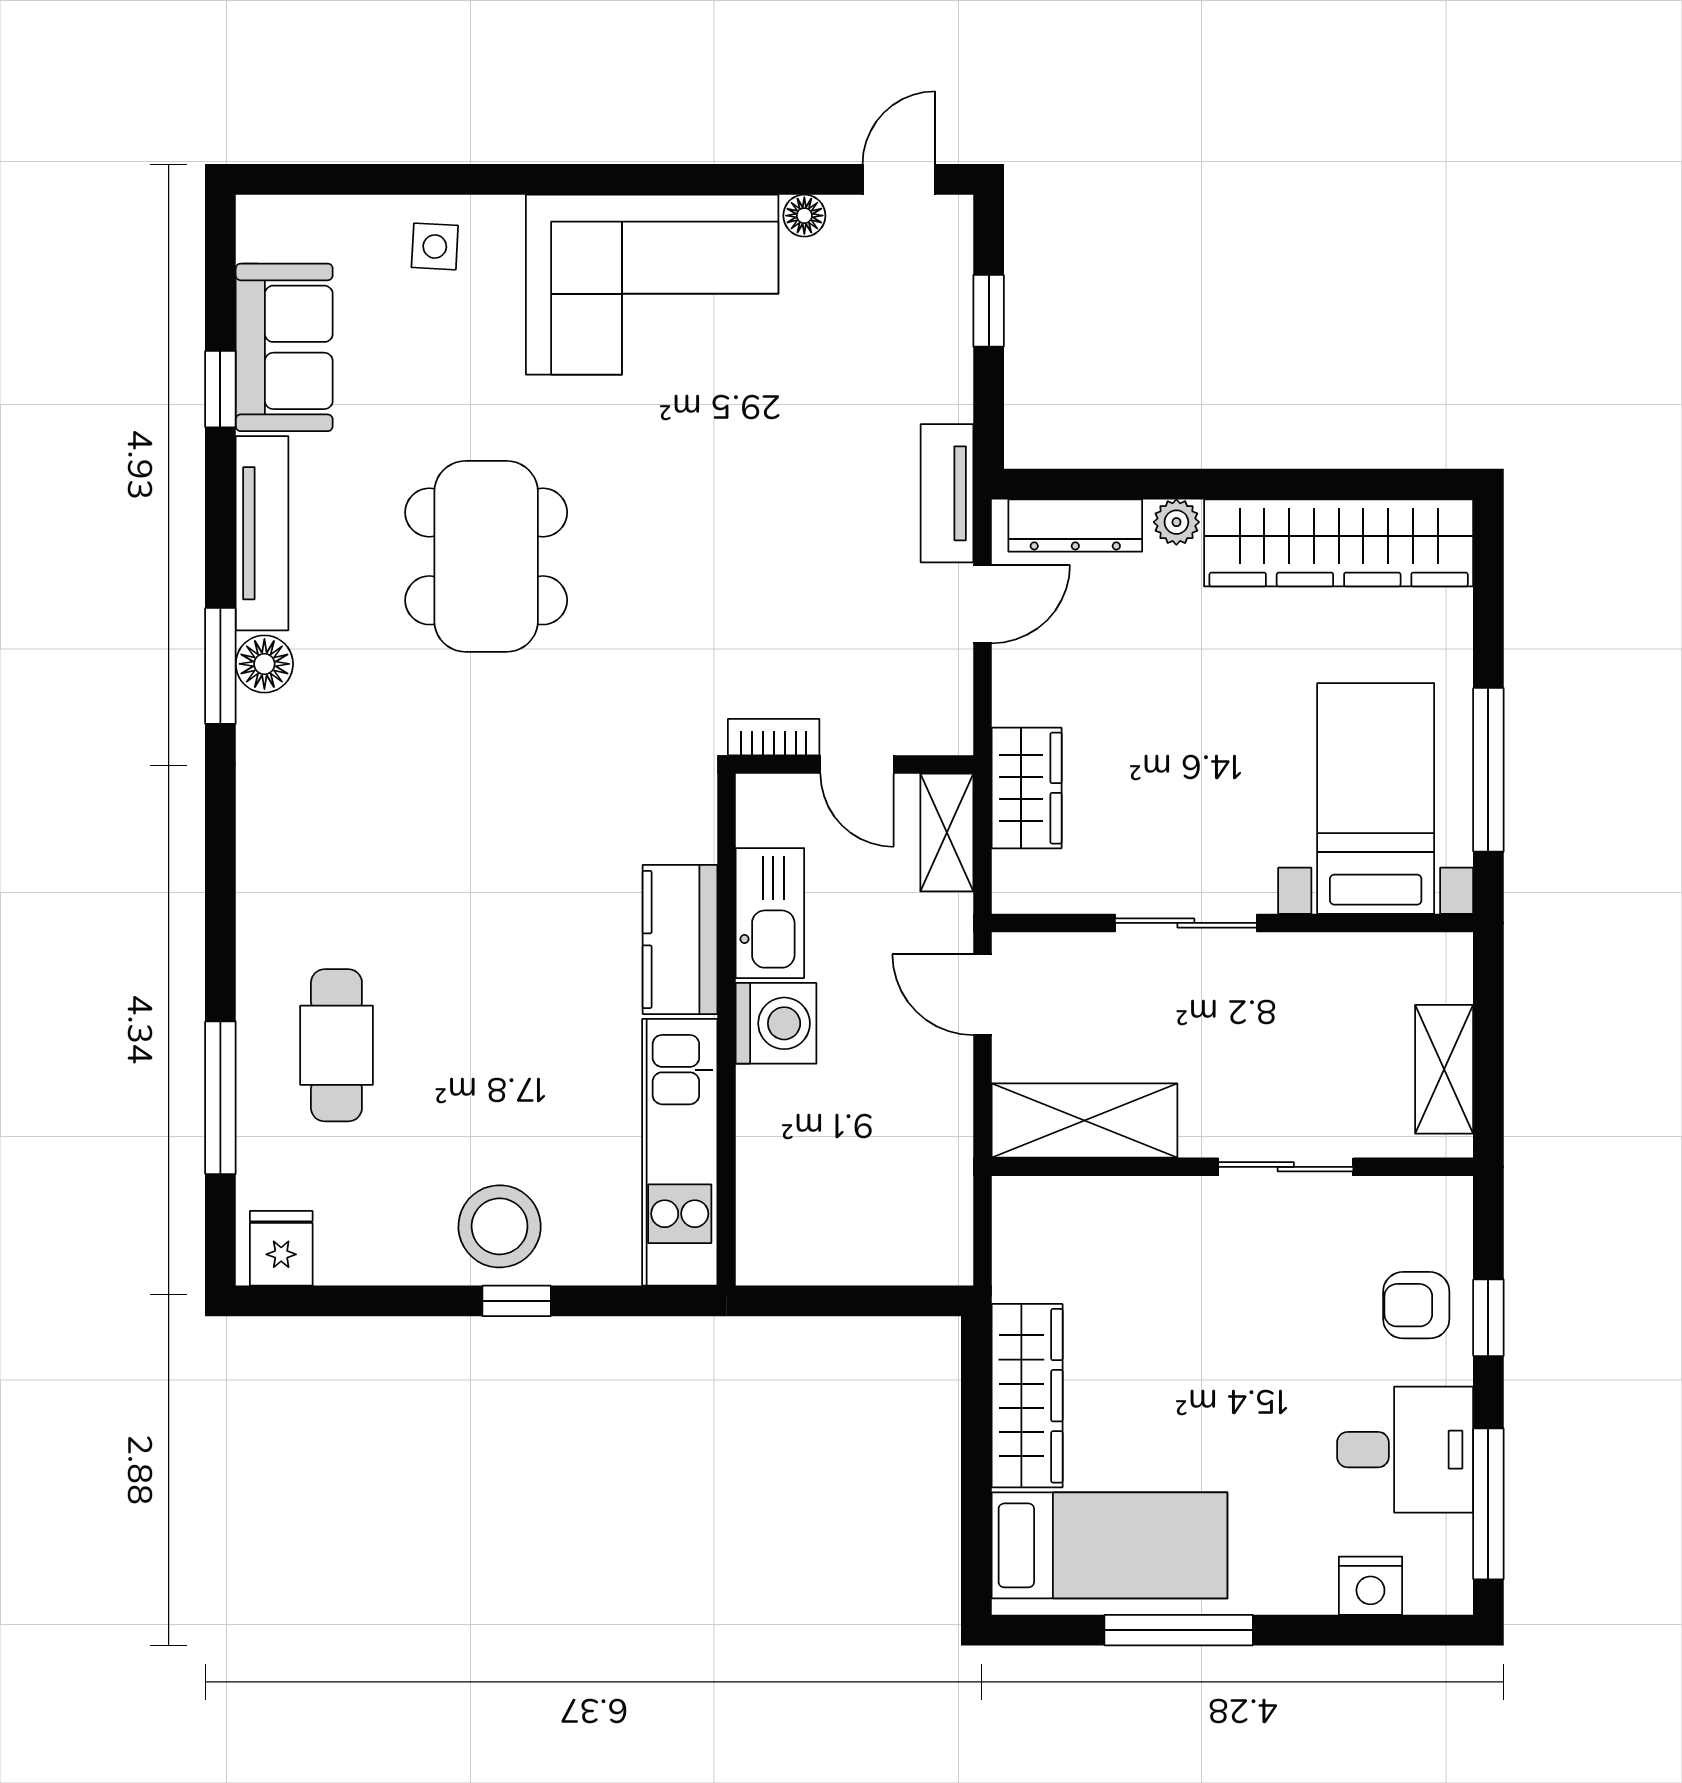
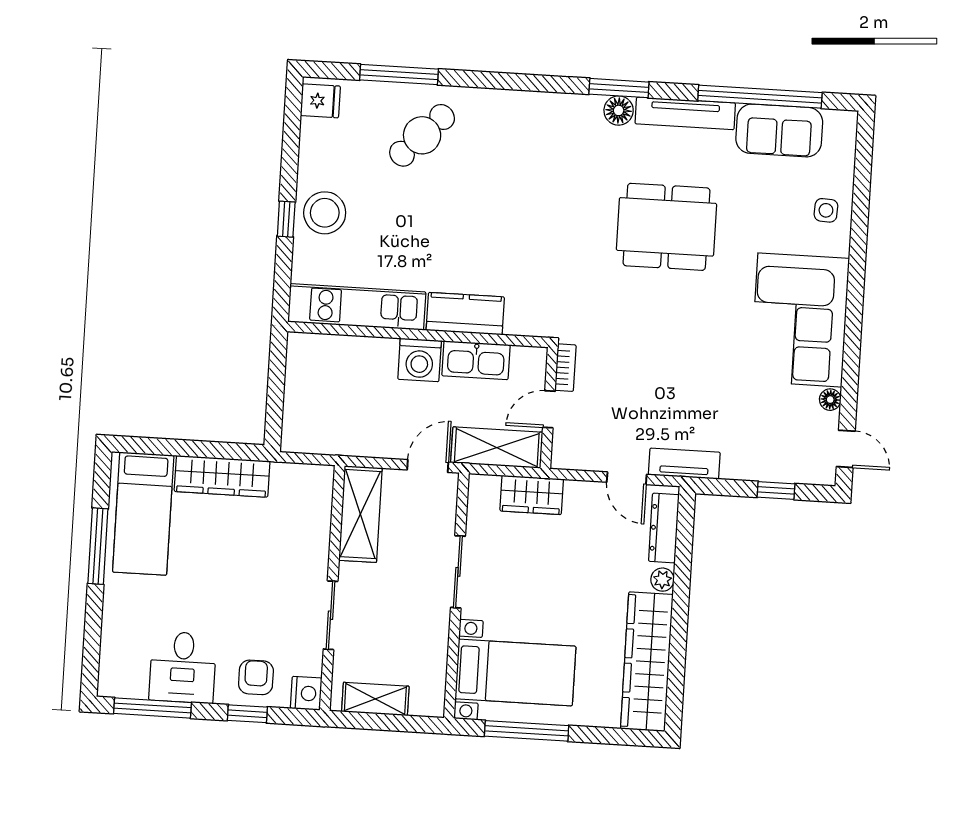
window: (220, 389) -> (760, 97), width x3.17
shelving: (947, 833) -> (497, 448), width x1.50, depth x1.33
cafe table: (336, 1045) -> (422, 135), turned -46
nightstand: (1370, 1586) -> (306, 693), moved, turned 180

